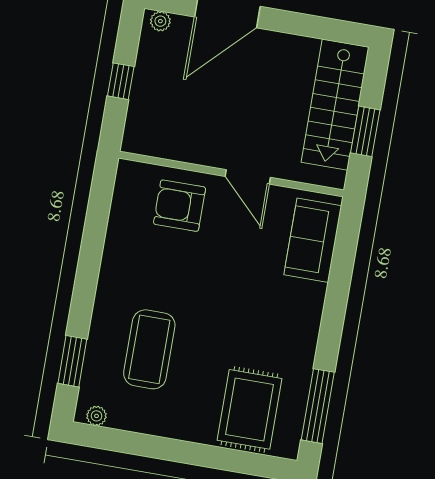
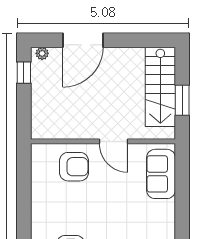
window: (121, 81) -> (24, 73), moved
armchair: (180, 206) -> (74, 167), turned 180

